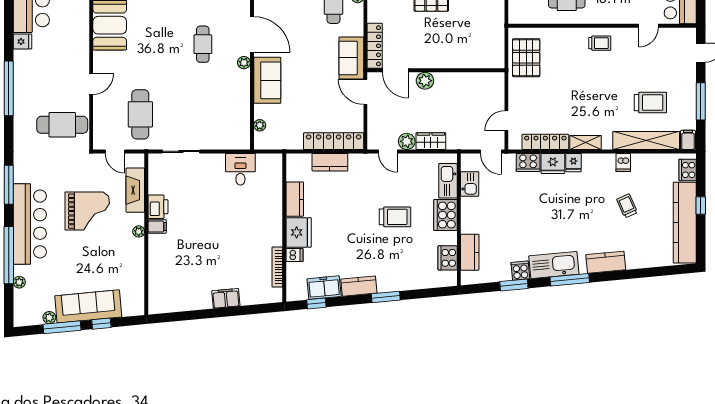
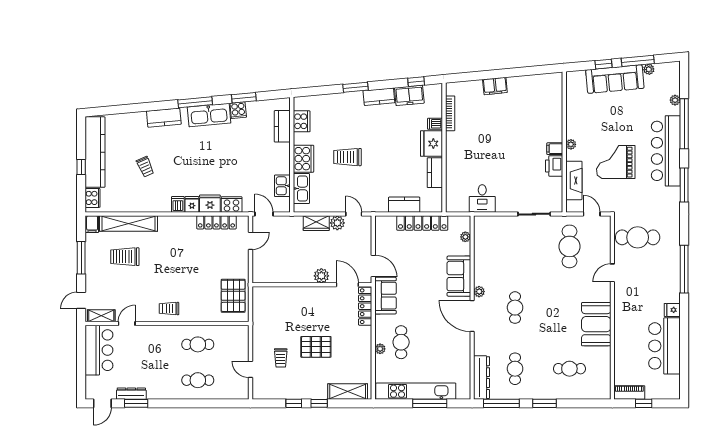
locker: (334, 141) -> (422, 223), moved
shelving: (586, 143) -> (101, 316), moved
dishwasher: (623, 163) -> (178, 204), moved

